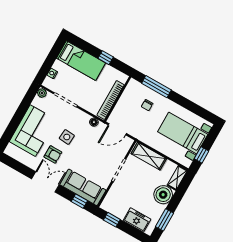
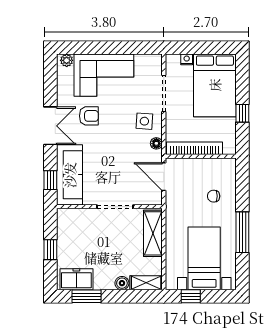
bed: (81, 61) -> (215, 85), width x1.50
window: (156, 87) -> (242, 232), moved
plant: (42, 93) -> (67, 60), moved
side table: (67, 137) -> (144, 121), moved
armchair: (53, 154) -> (89, 116), turned -90
boiler: (163, 195) -> (122, 283), width x0.54, depth x0.54
window: (112, 220) -> (50, 250), moved
freezer: (137, 220) -> (76, 279), moved, turned -90

